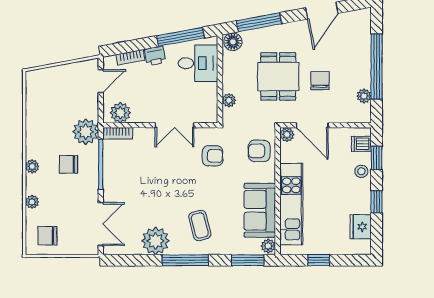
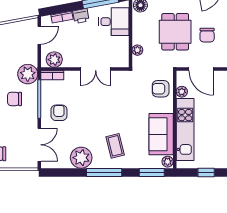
chair: (320, 81) -> (207, 35), turned 180
plant: (287, 135) -> (182, 92), moved
armchair: (213, 156) -> (59, 113), moved, turned -90

